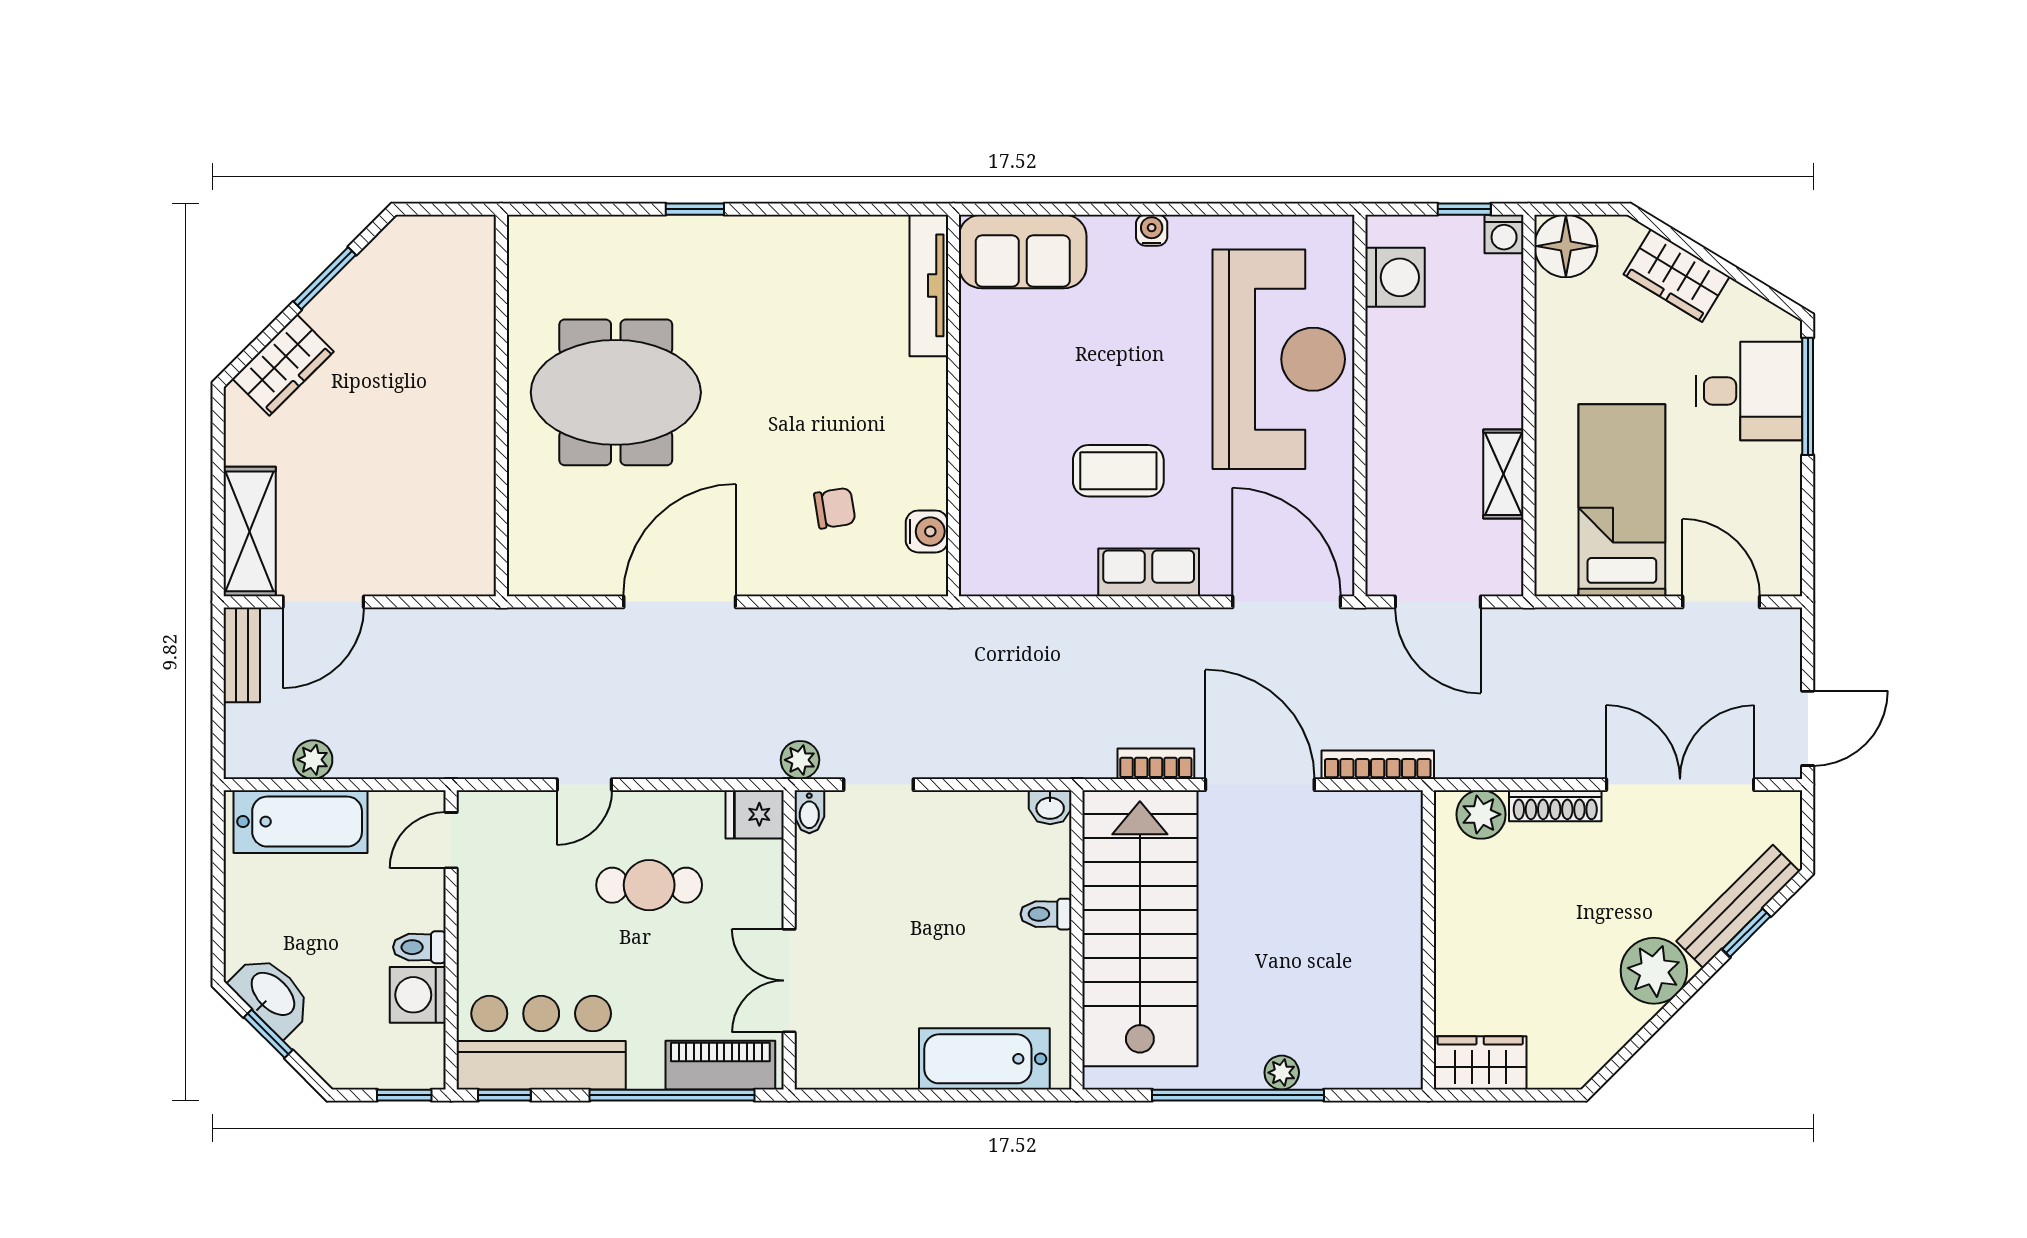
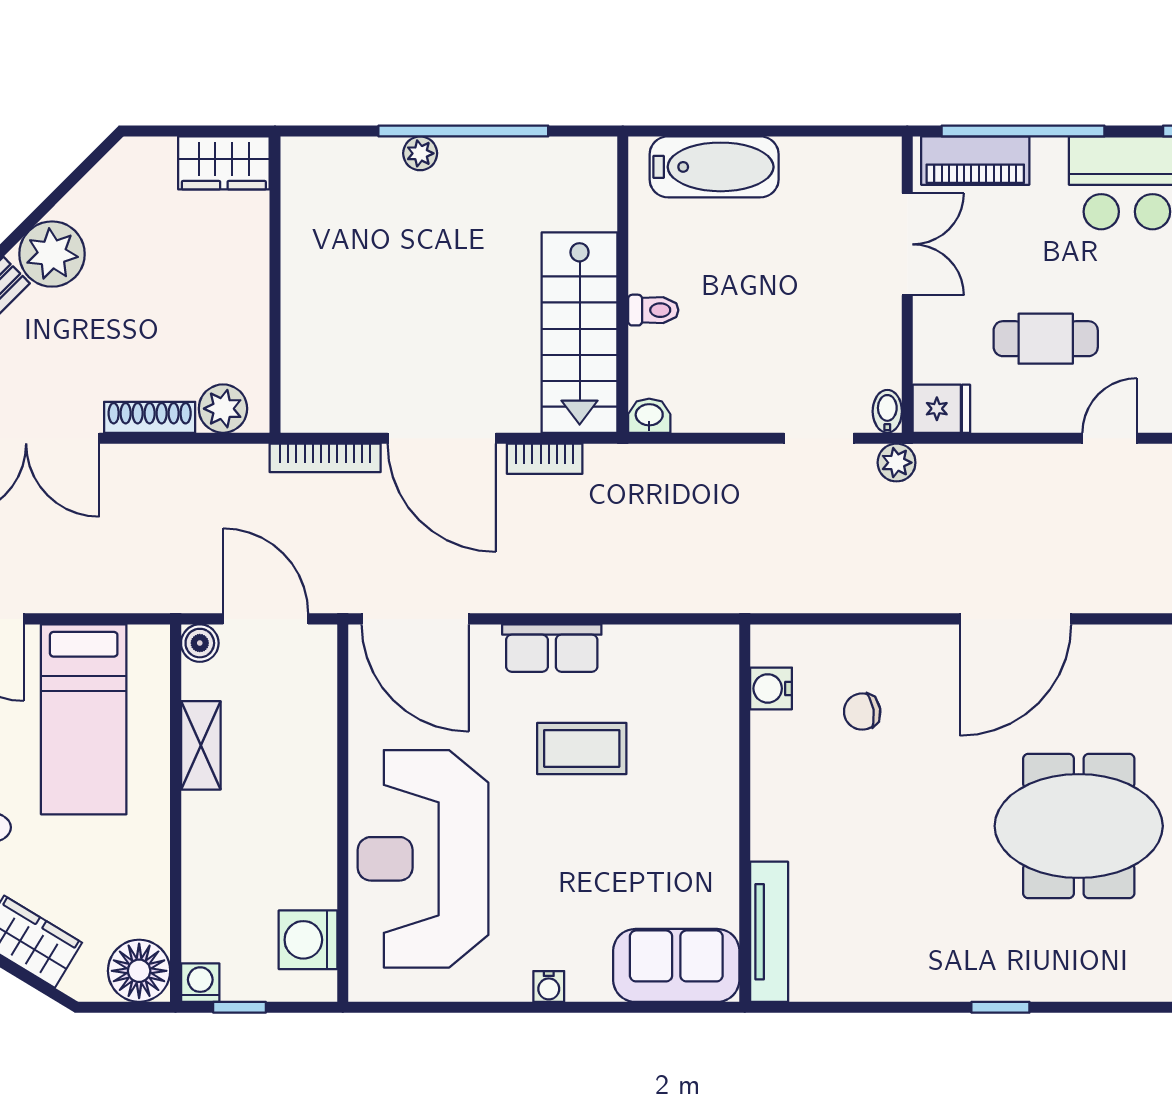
boiler: (1504, 577) -> (200, 643), added
stairs: (1140, 928) -> (580, 333), width x0.73, depth x0.66

